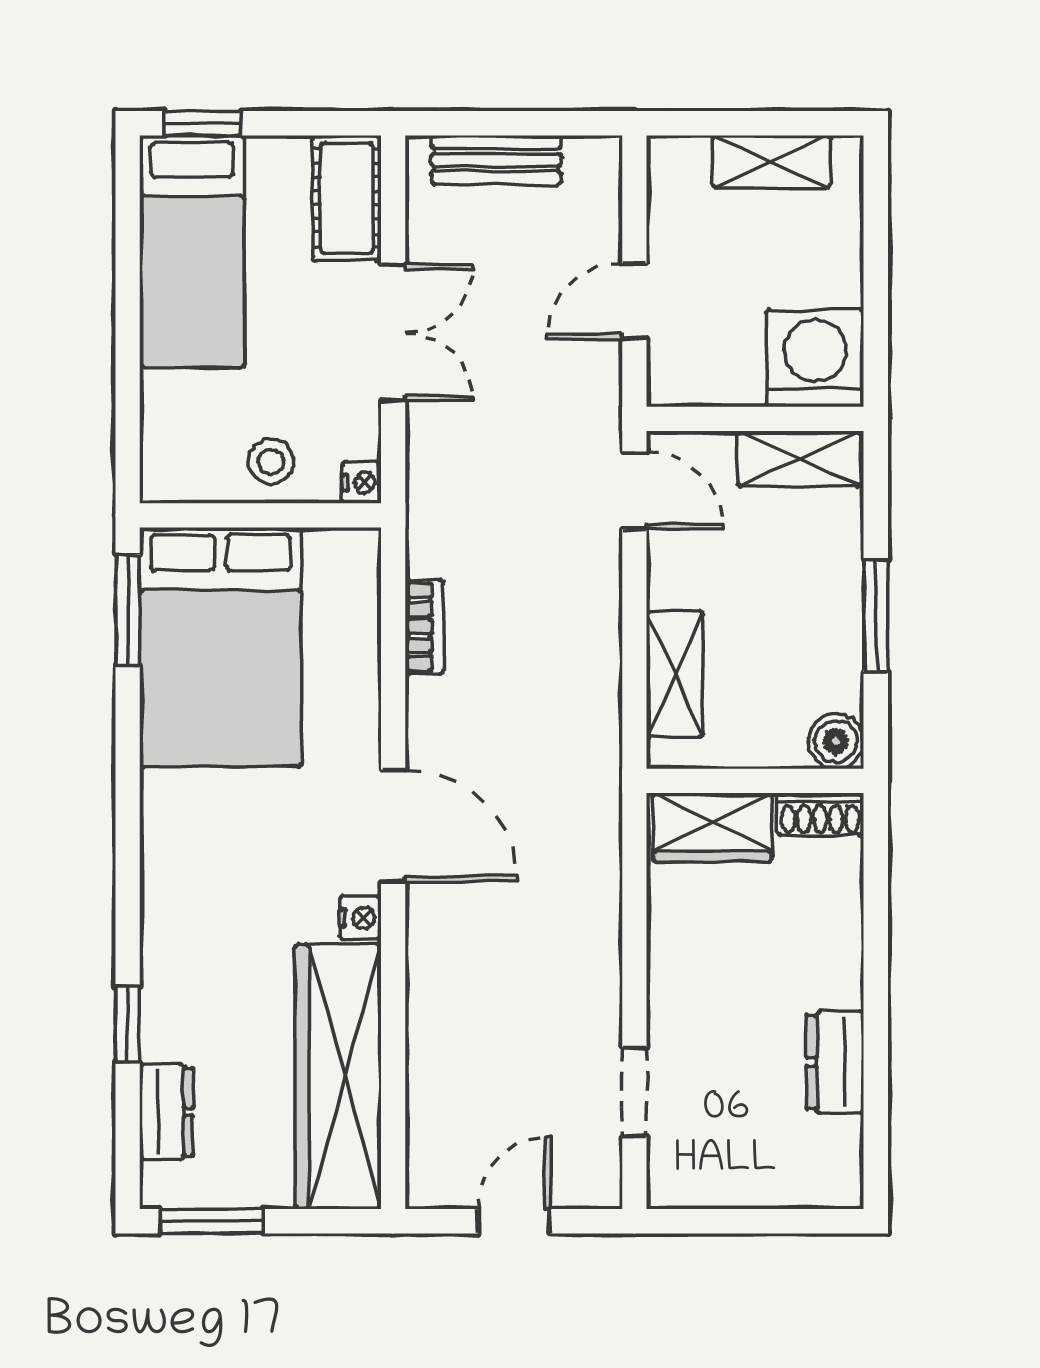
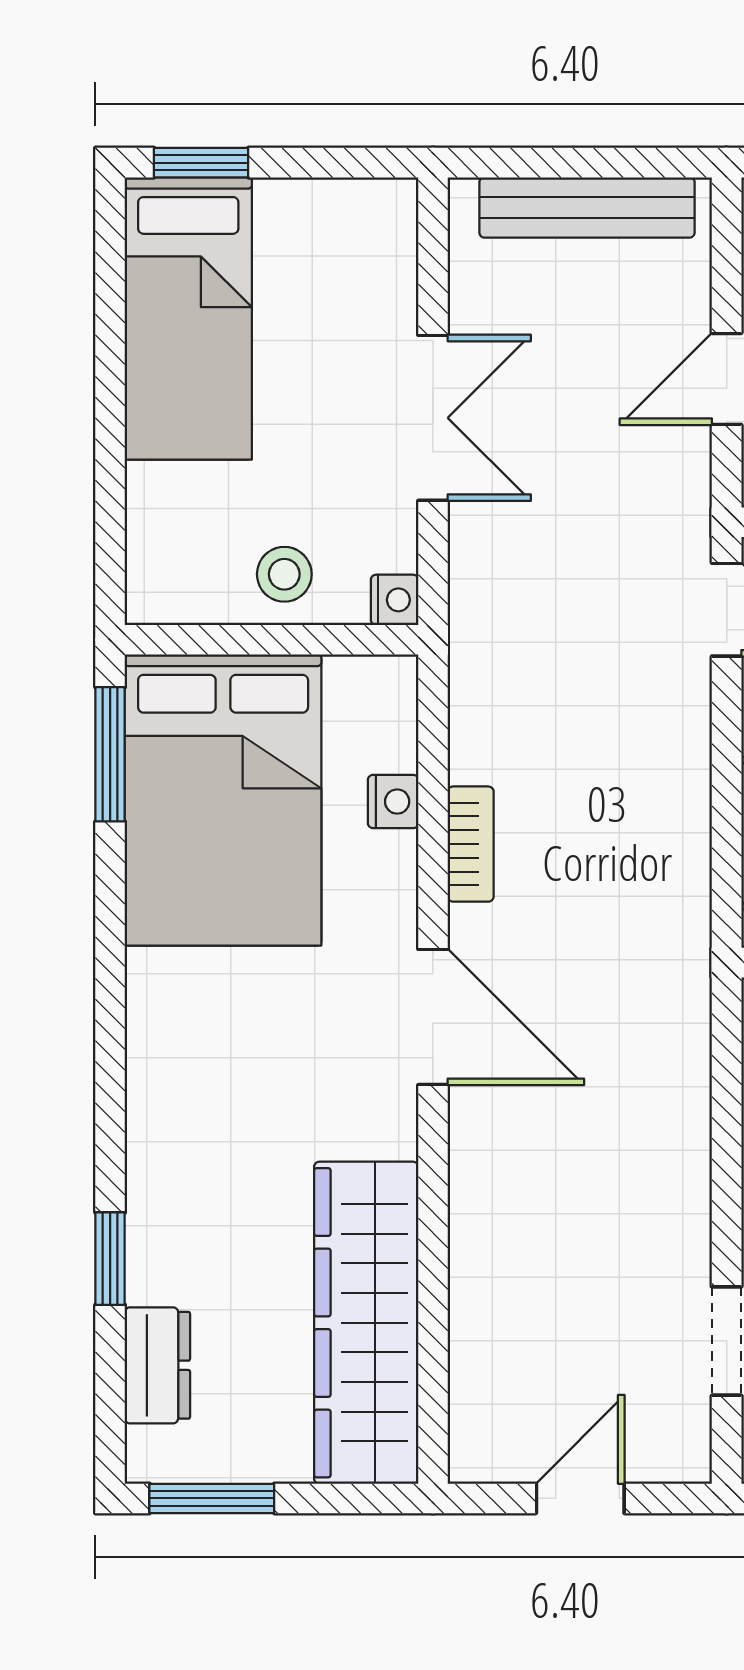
bench: (496, 160) -> (587, 207), width x1.36
cot: (347, 198) -> (377, 254), removed
bookcase: (424, 627) -> (471, 844), moved
nightstand: (360, 918) -> (393, 802), moved

